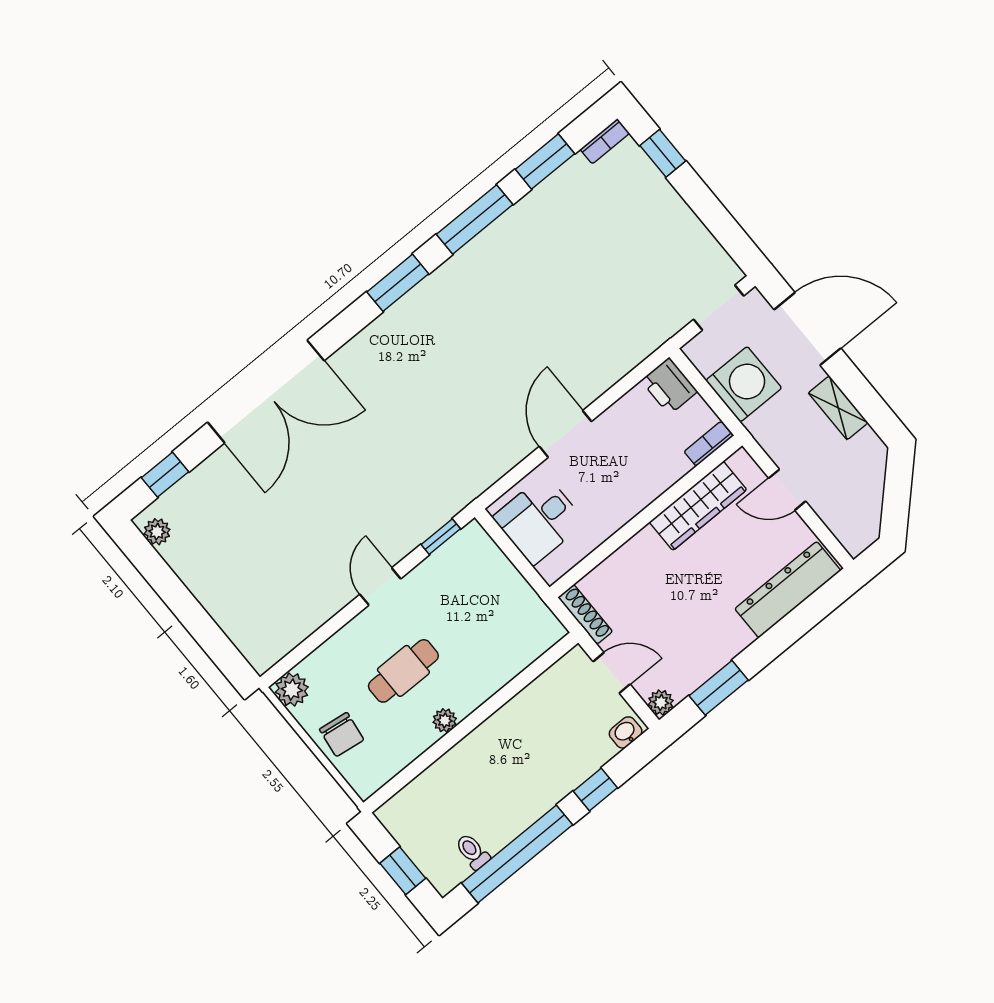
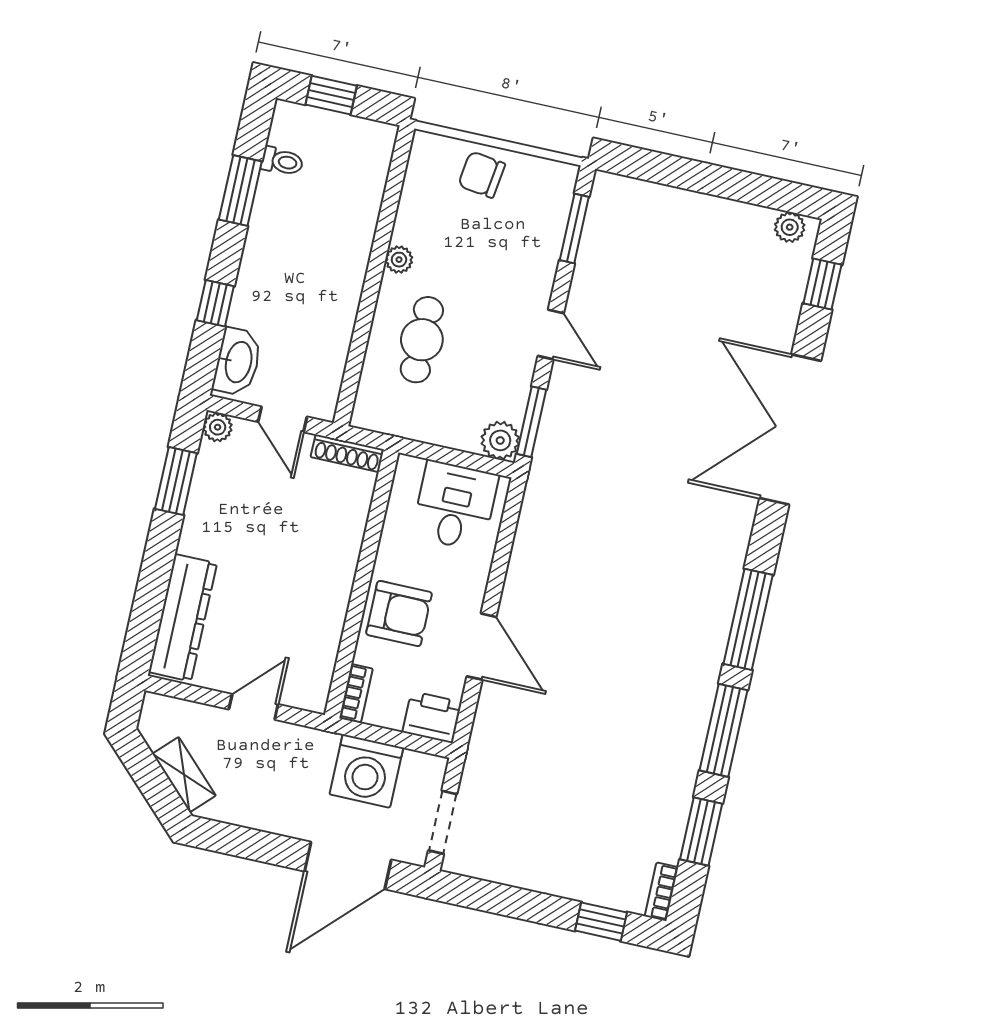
window: (398, 283) -> (748, 619), width x1.44
shelving: (838, 408) -> (184, 775), moved, turned 45
door: (565, 434) -> (482, 647), moved
armchair: (636, 476) -> (399, 613), added
wardrobe: (698, 506) -> (322, 630), removed
window: (441, 537) -> (531, 422), width x1.50
window: (307, 647) -> (574, 228), added
cafe table: (403, 671) -> (422, 340), moved
door: (612, 673) -> (283, 419), hinge flipped
plant: (292, 690) -> (500, 440), moved
washbasin: (626, 732) -> (237, 362), width x1.91, depth x1.45
window: (517, 854) -> (240, 191), width x0.47

